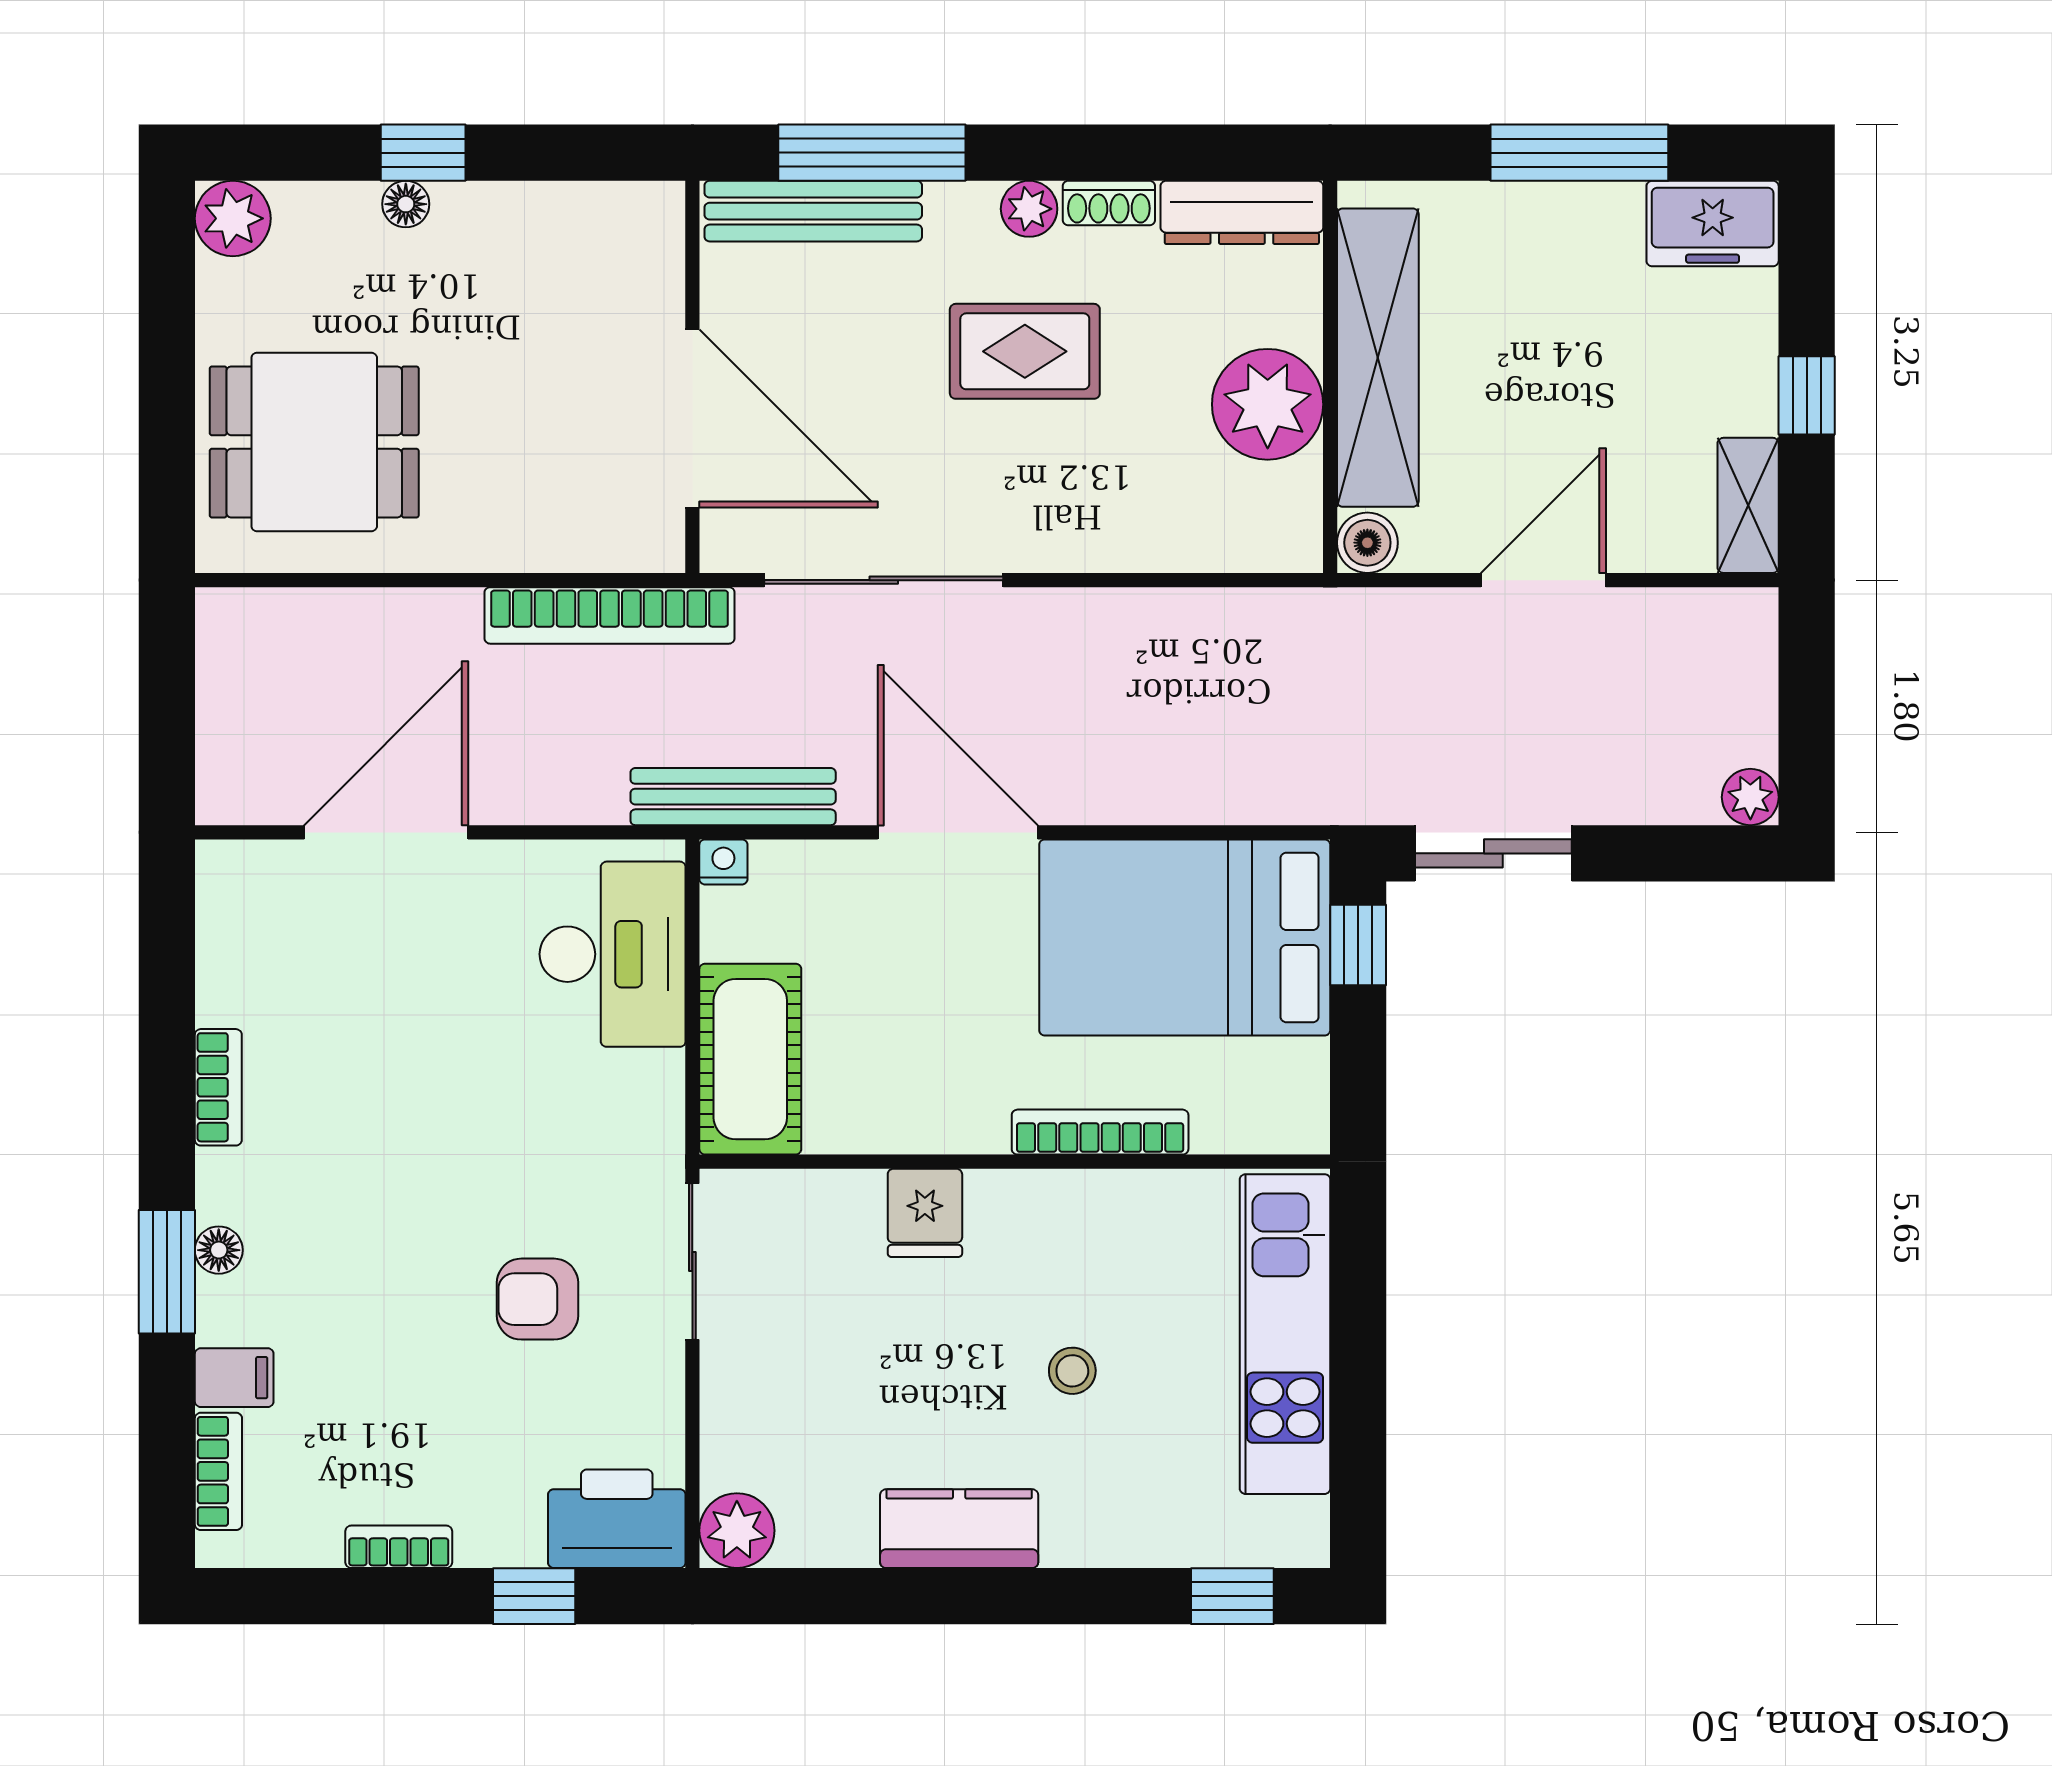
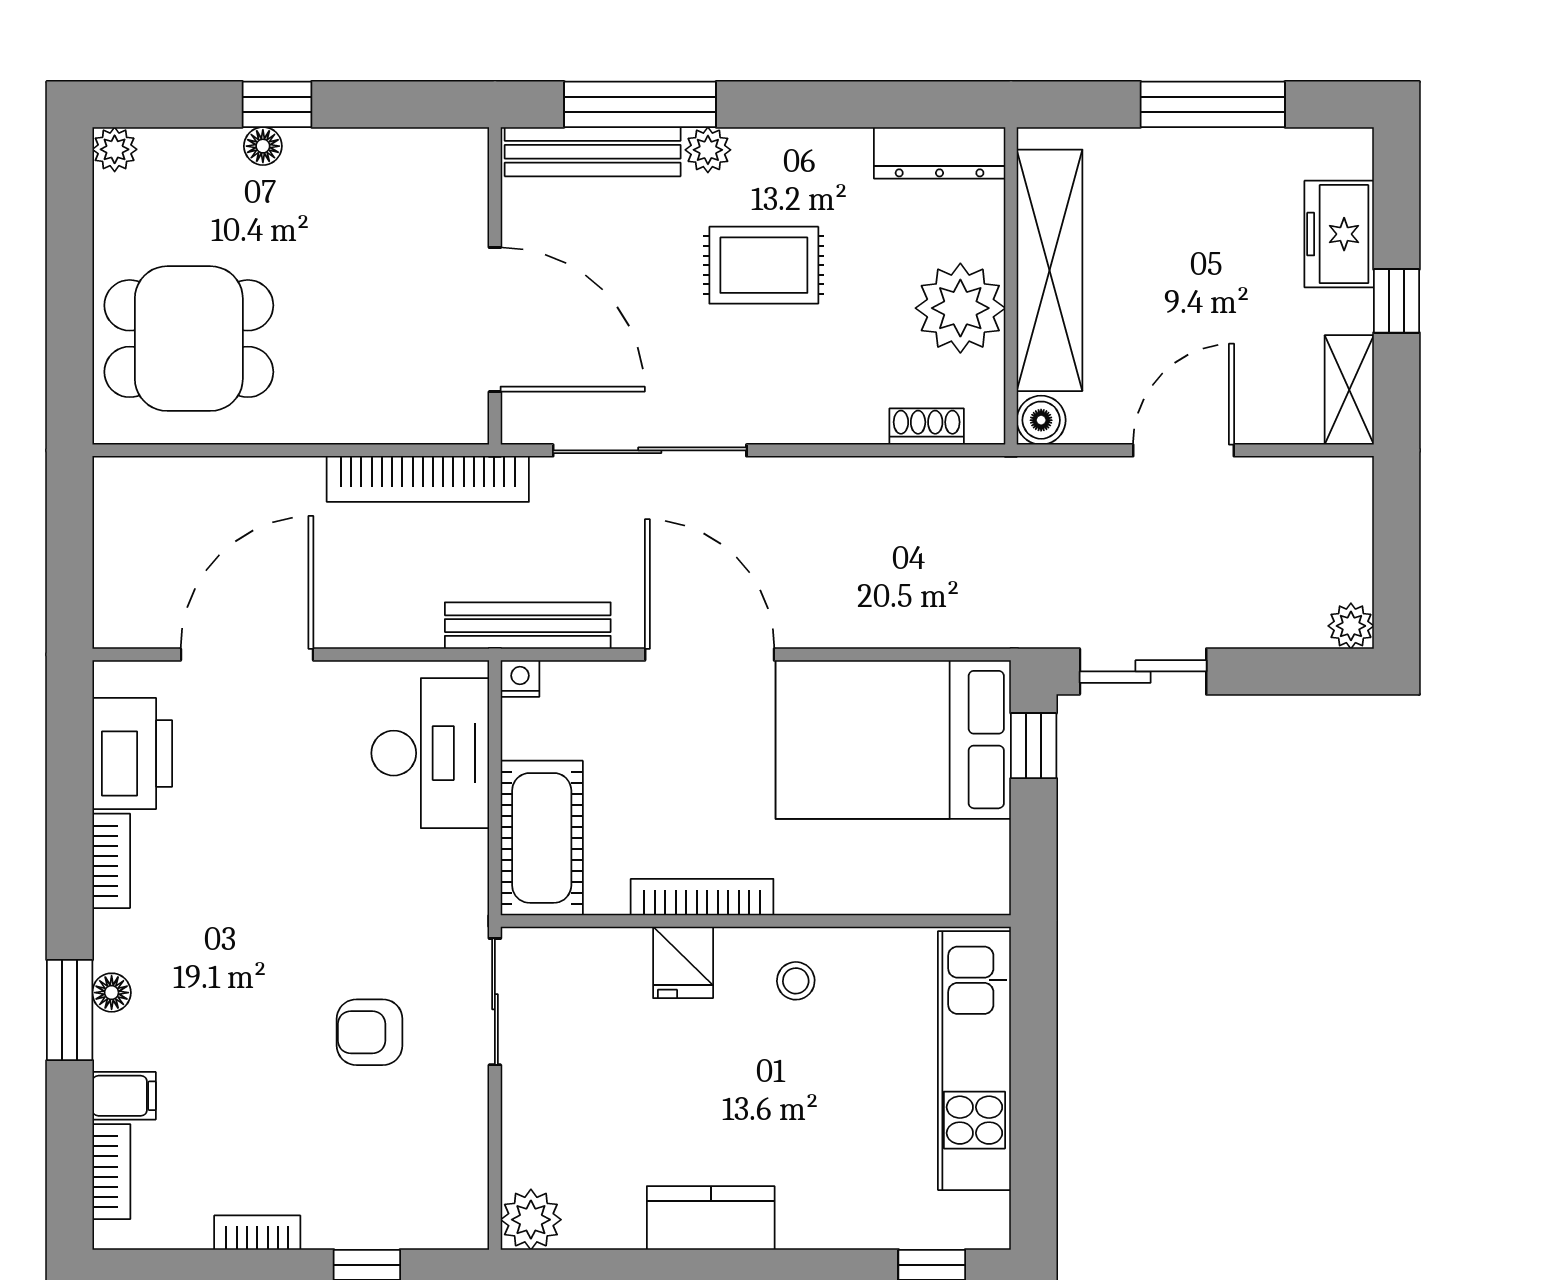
shoe rack: (1109, 203) -> (927, 427), moved, turned 180
plant: (1029, 209) -> (708, 150), moved
plant: (233, 218) -> (115, 149), width x0.73, depth x0.73
freezer: (1713, 224) -> (1339, 234), moved, turned 90
bookcase: (1100, 1132) -> (702, 897), moved
stool: (1072, 1371) -> (796, 981), moved
printer: (617, 1519) -> (132, 754), moved, turned 90

